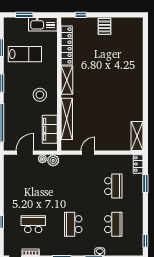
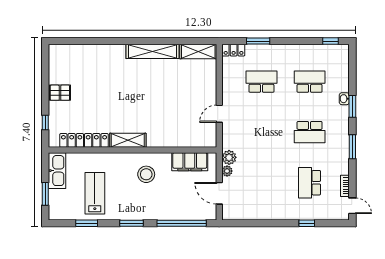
shelving: (67, 119) -> (153, 51), moved
door: (88, 153) -> (219, 114), hinge flipped

